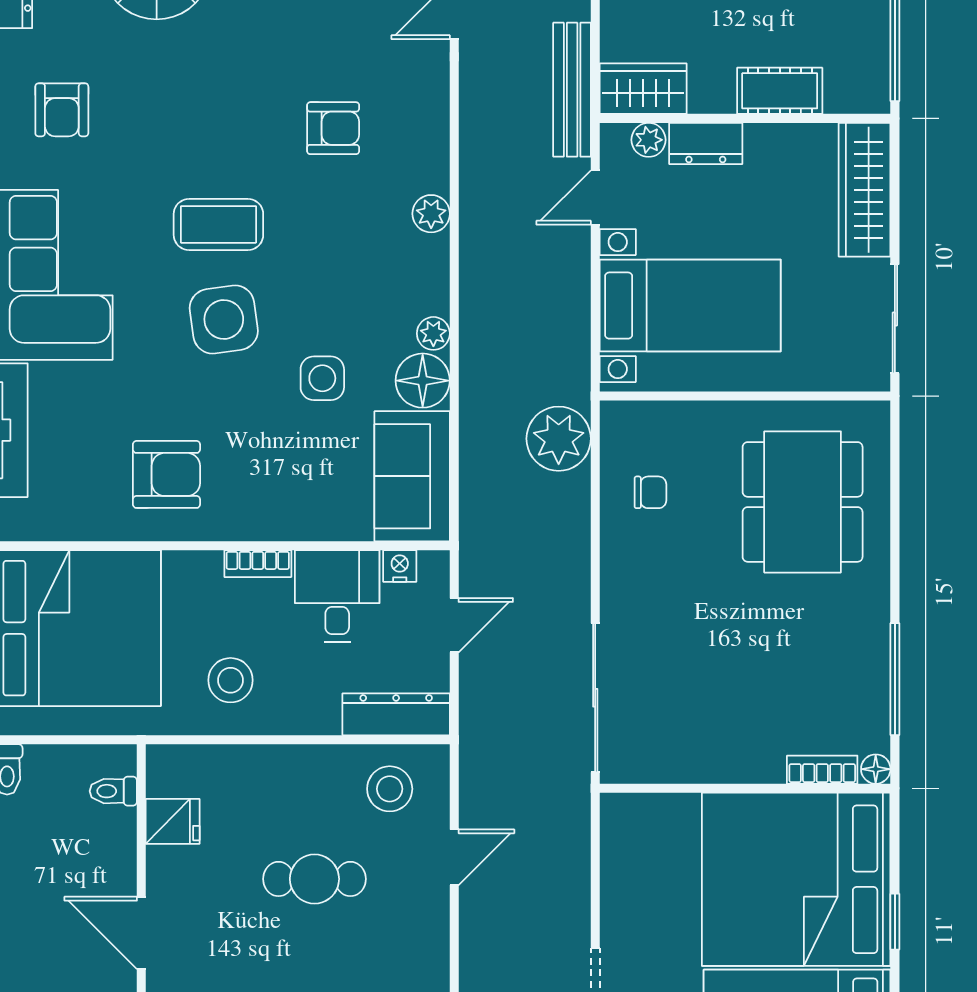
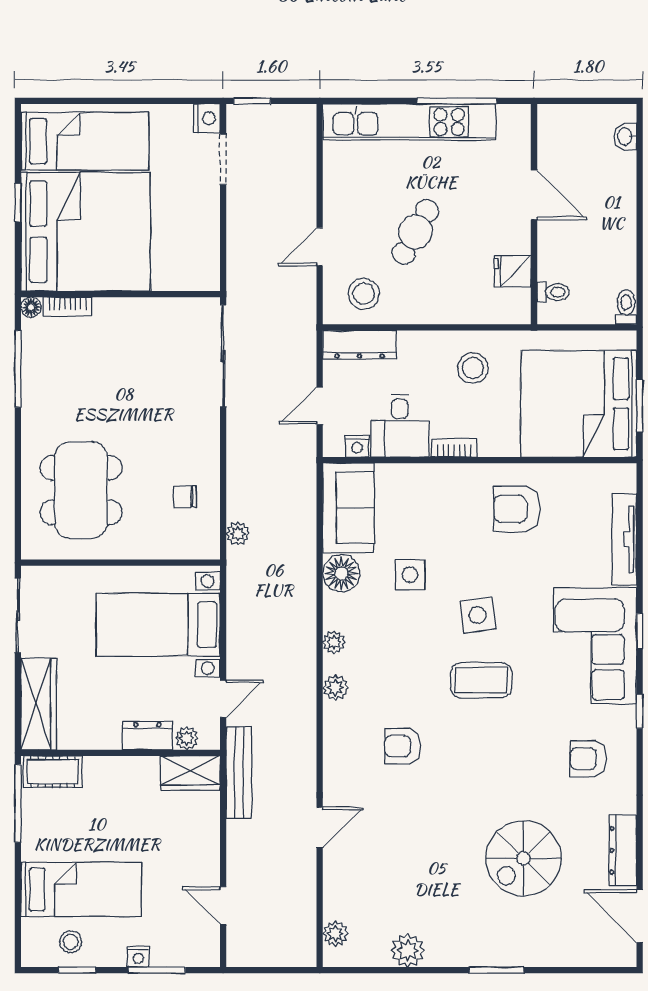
cot: (780, 91) -> (53, 772), moved
armchair: (62, 110) -> (588, 759), turned -90
side table: (224, 319) -> (478, 615), width x0.73, depth x0.73
plant: (433, 333) -> (334, 642), moved
plant: (559, 439) -> (238, 533), width x0.53, depth x0.53
cafe table: (314, 879) -> (415, 232), turned -61

